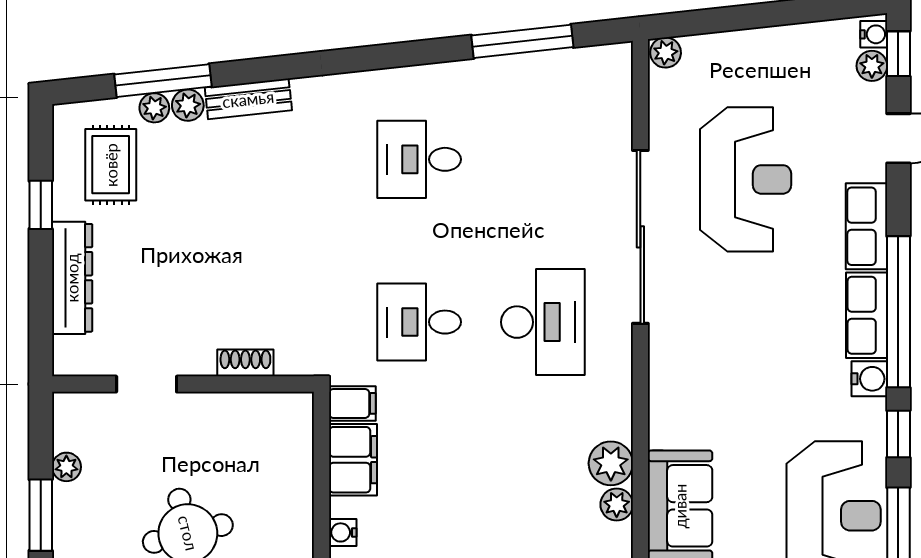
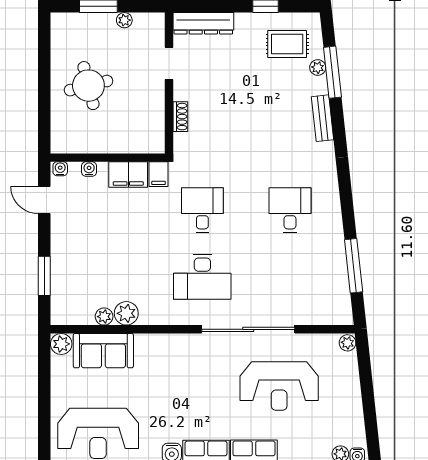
plant: (188, 105) -> (319, 86), removed
dresser: (72, 278) -> (203, 23), moved

